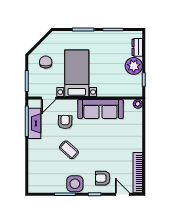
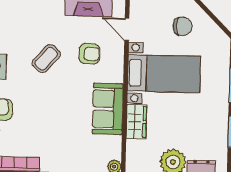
wardrobe: (108, 90) -> (136, 122), added
sofa: (100, 109) -> (108, 109), width x0.73

